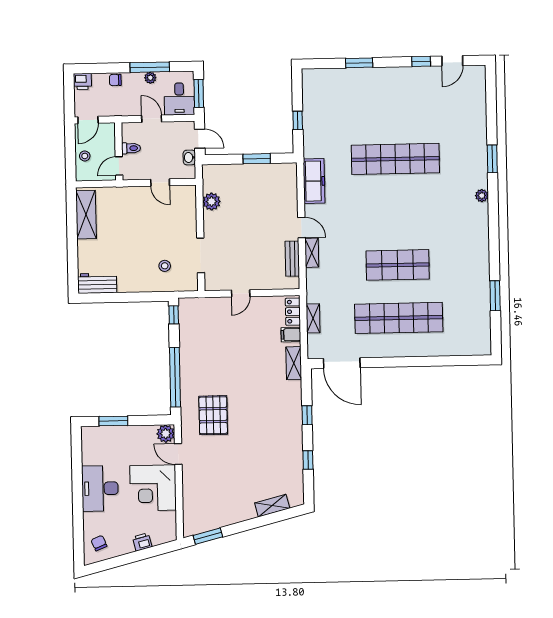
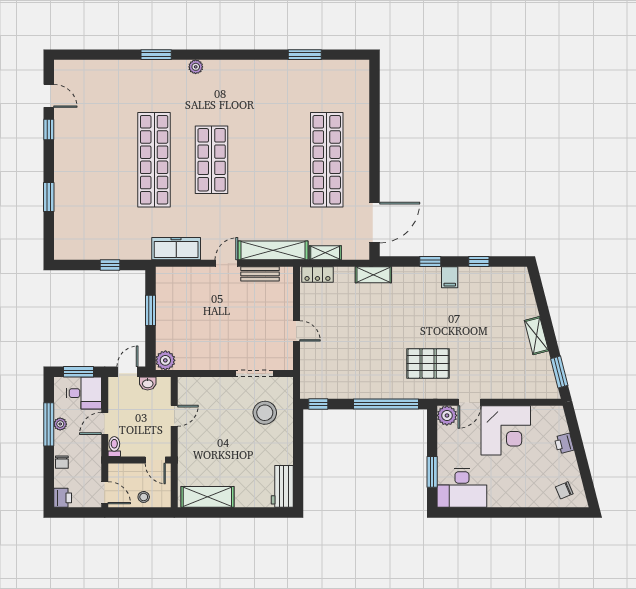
toilet: (131, 148) -> (114, 447), moved
plant: (212, 202) -> (165, 360), moved
shelving: (312, 253) -> (273, 250), width x2.20, depth x1.33
shop shelf: (398, 265) -> (212, 160), moved
stool: (165, 266) -> (265, 413), width x1.89, depth x1.89
filing cabinet: (291, 335) -> (450, 277), moved
desk: (100, 488) -> (462, 488), moved
shelving: (272, 506) -> (536, 336), moved

